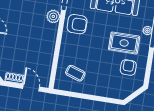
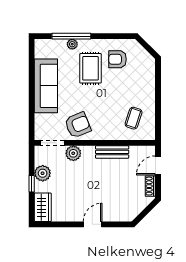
armchair: (77, 24) -> (78, 125), turned 68
bench: (49, 50) -> (112, 152), added

